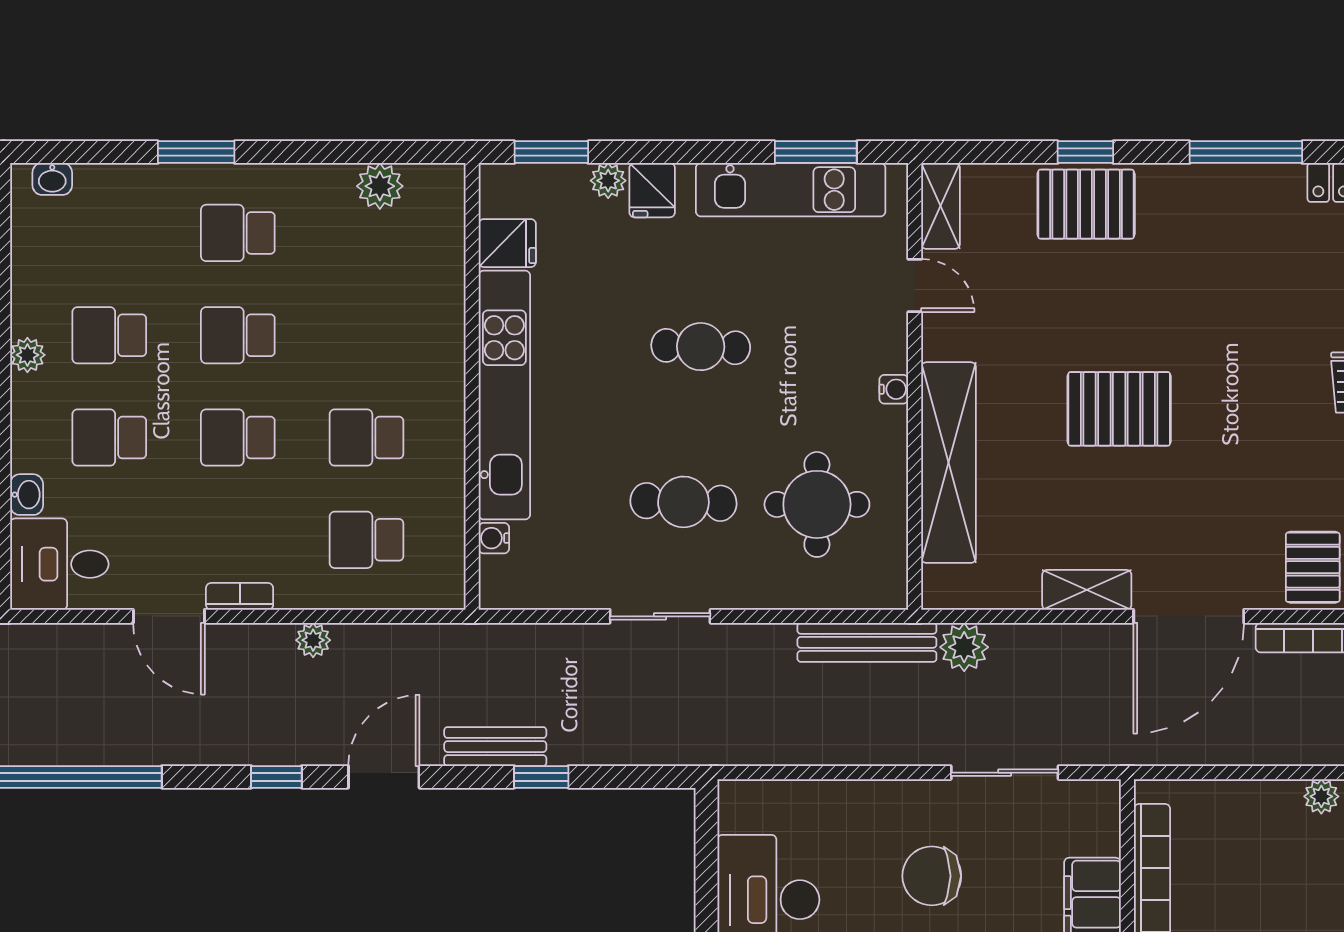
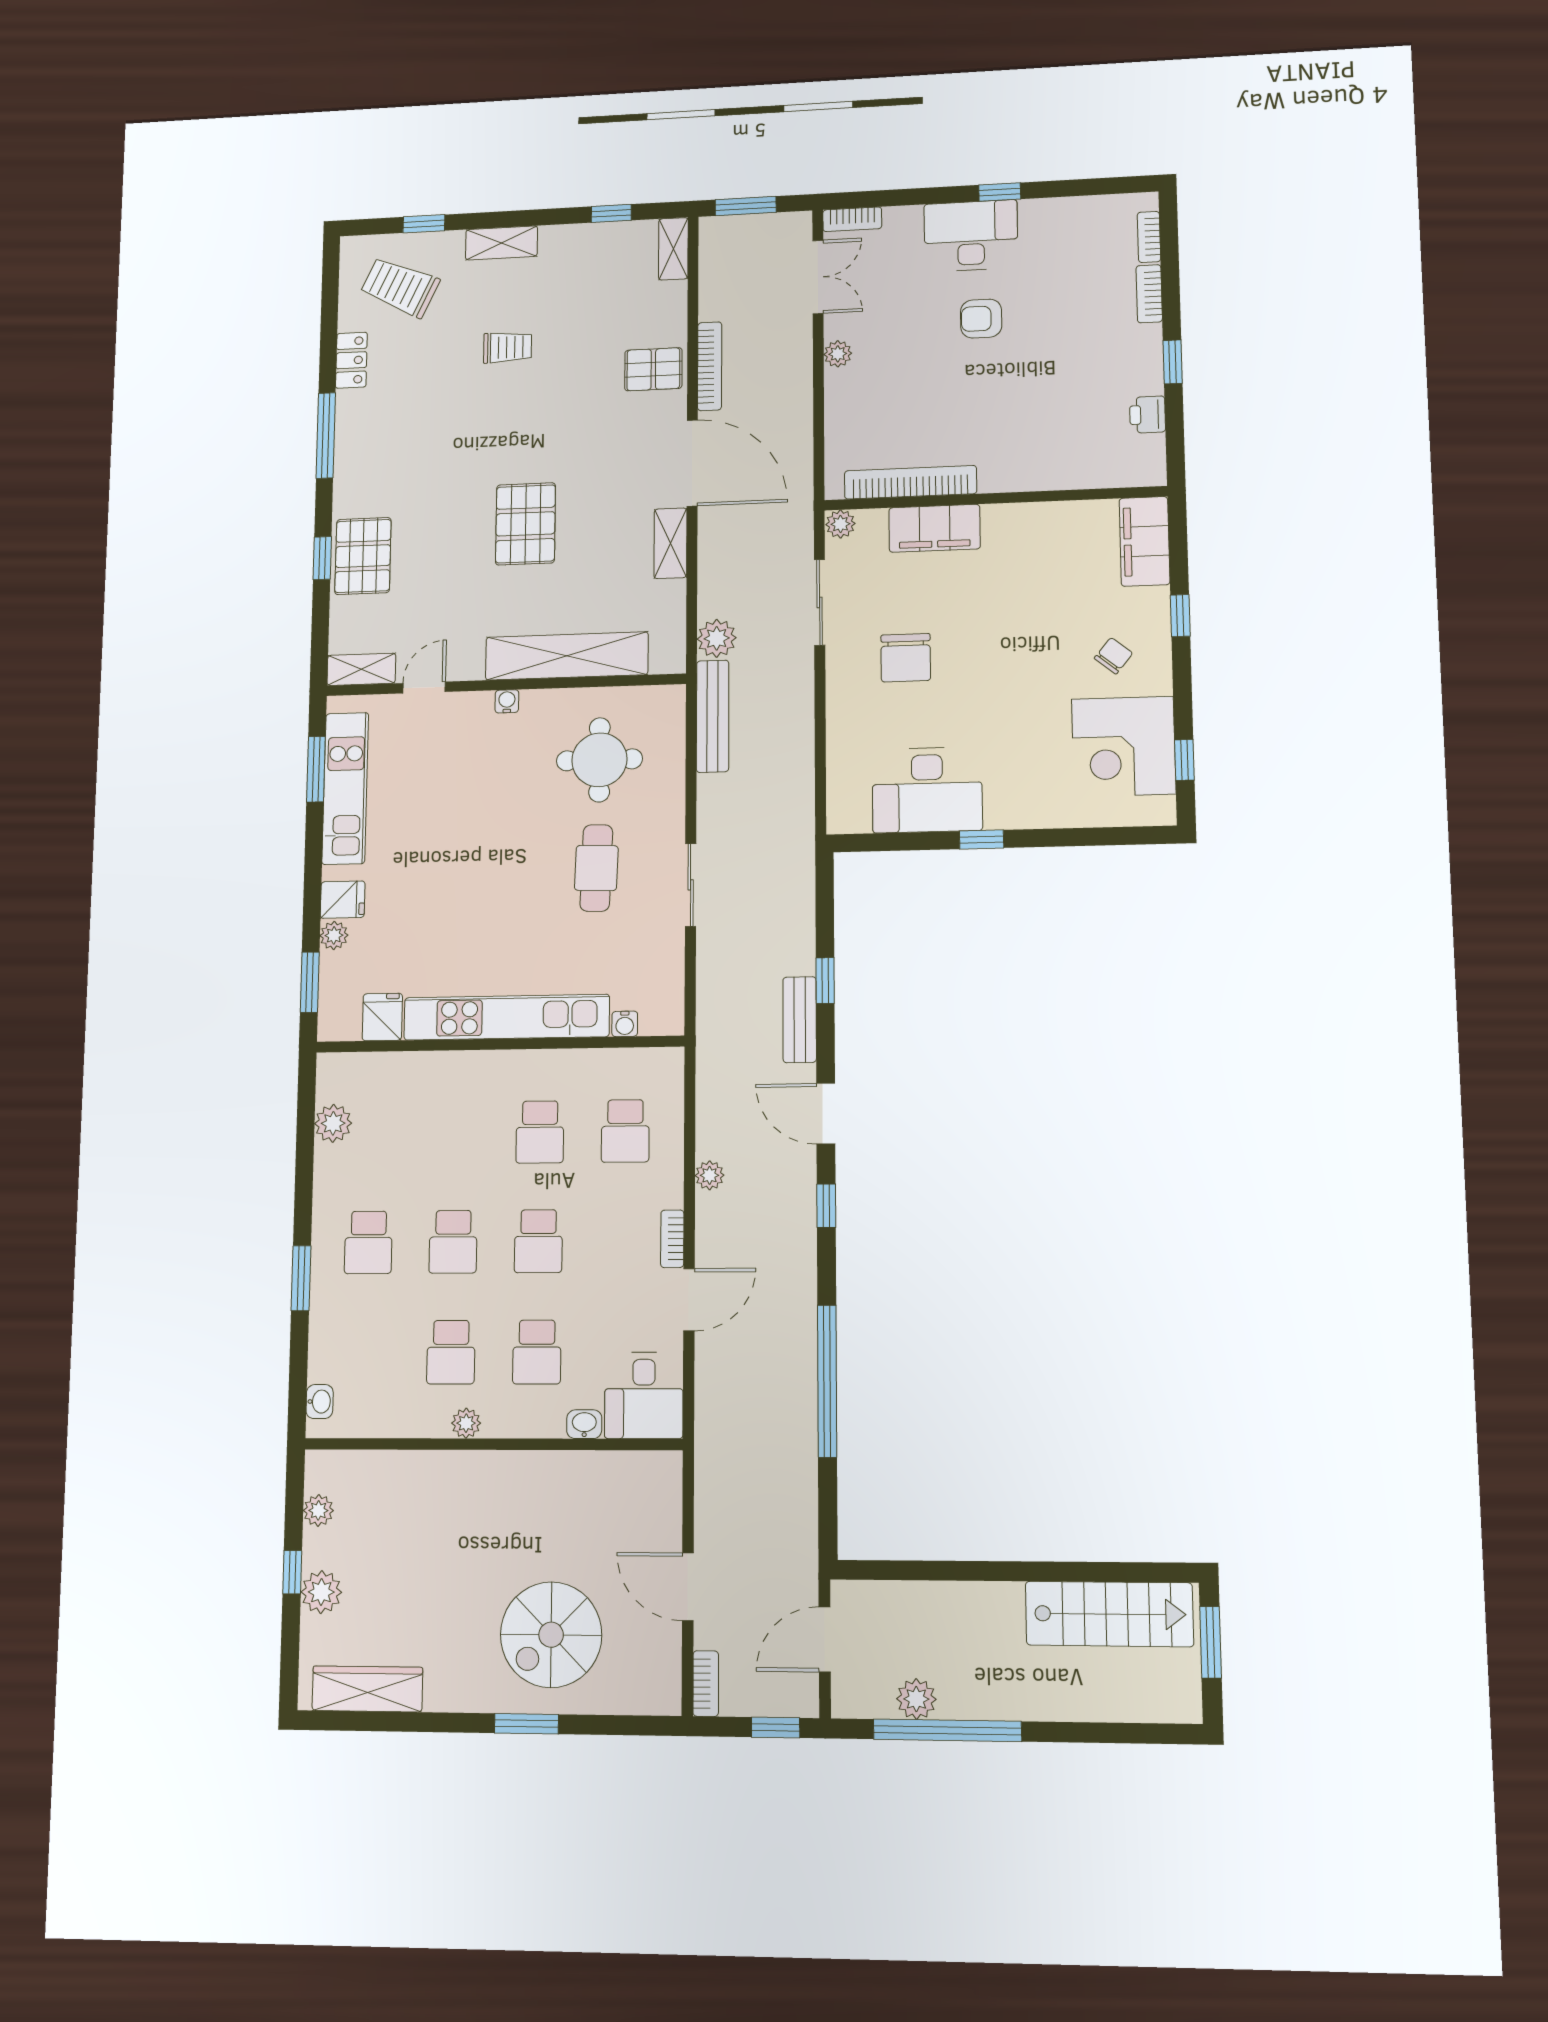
cafe table: (701, 347) -> (470, 857), removed
plant: (1103, 798) -> (840, 524), added

